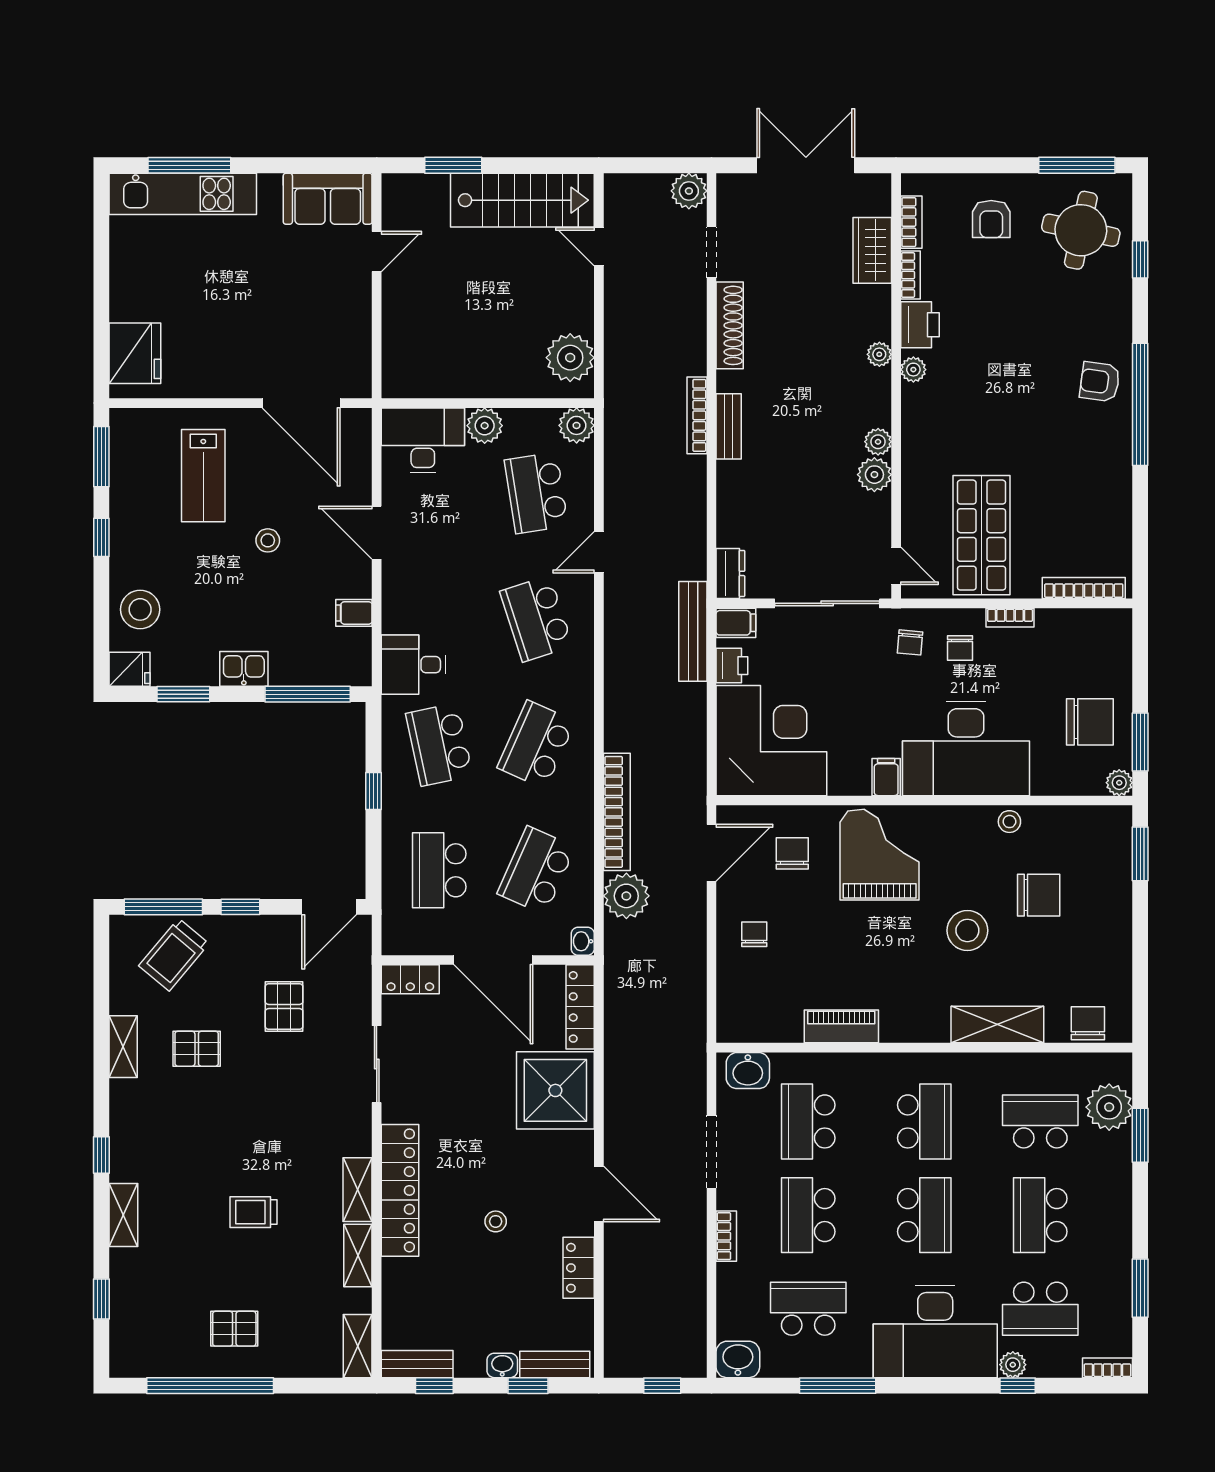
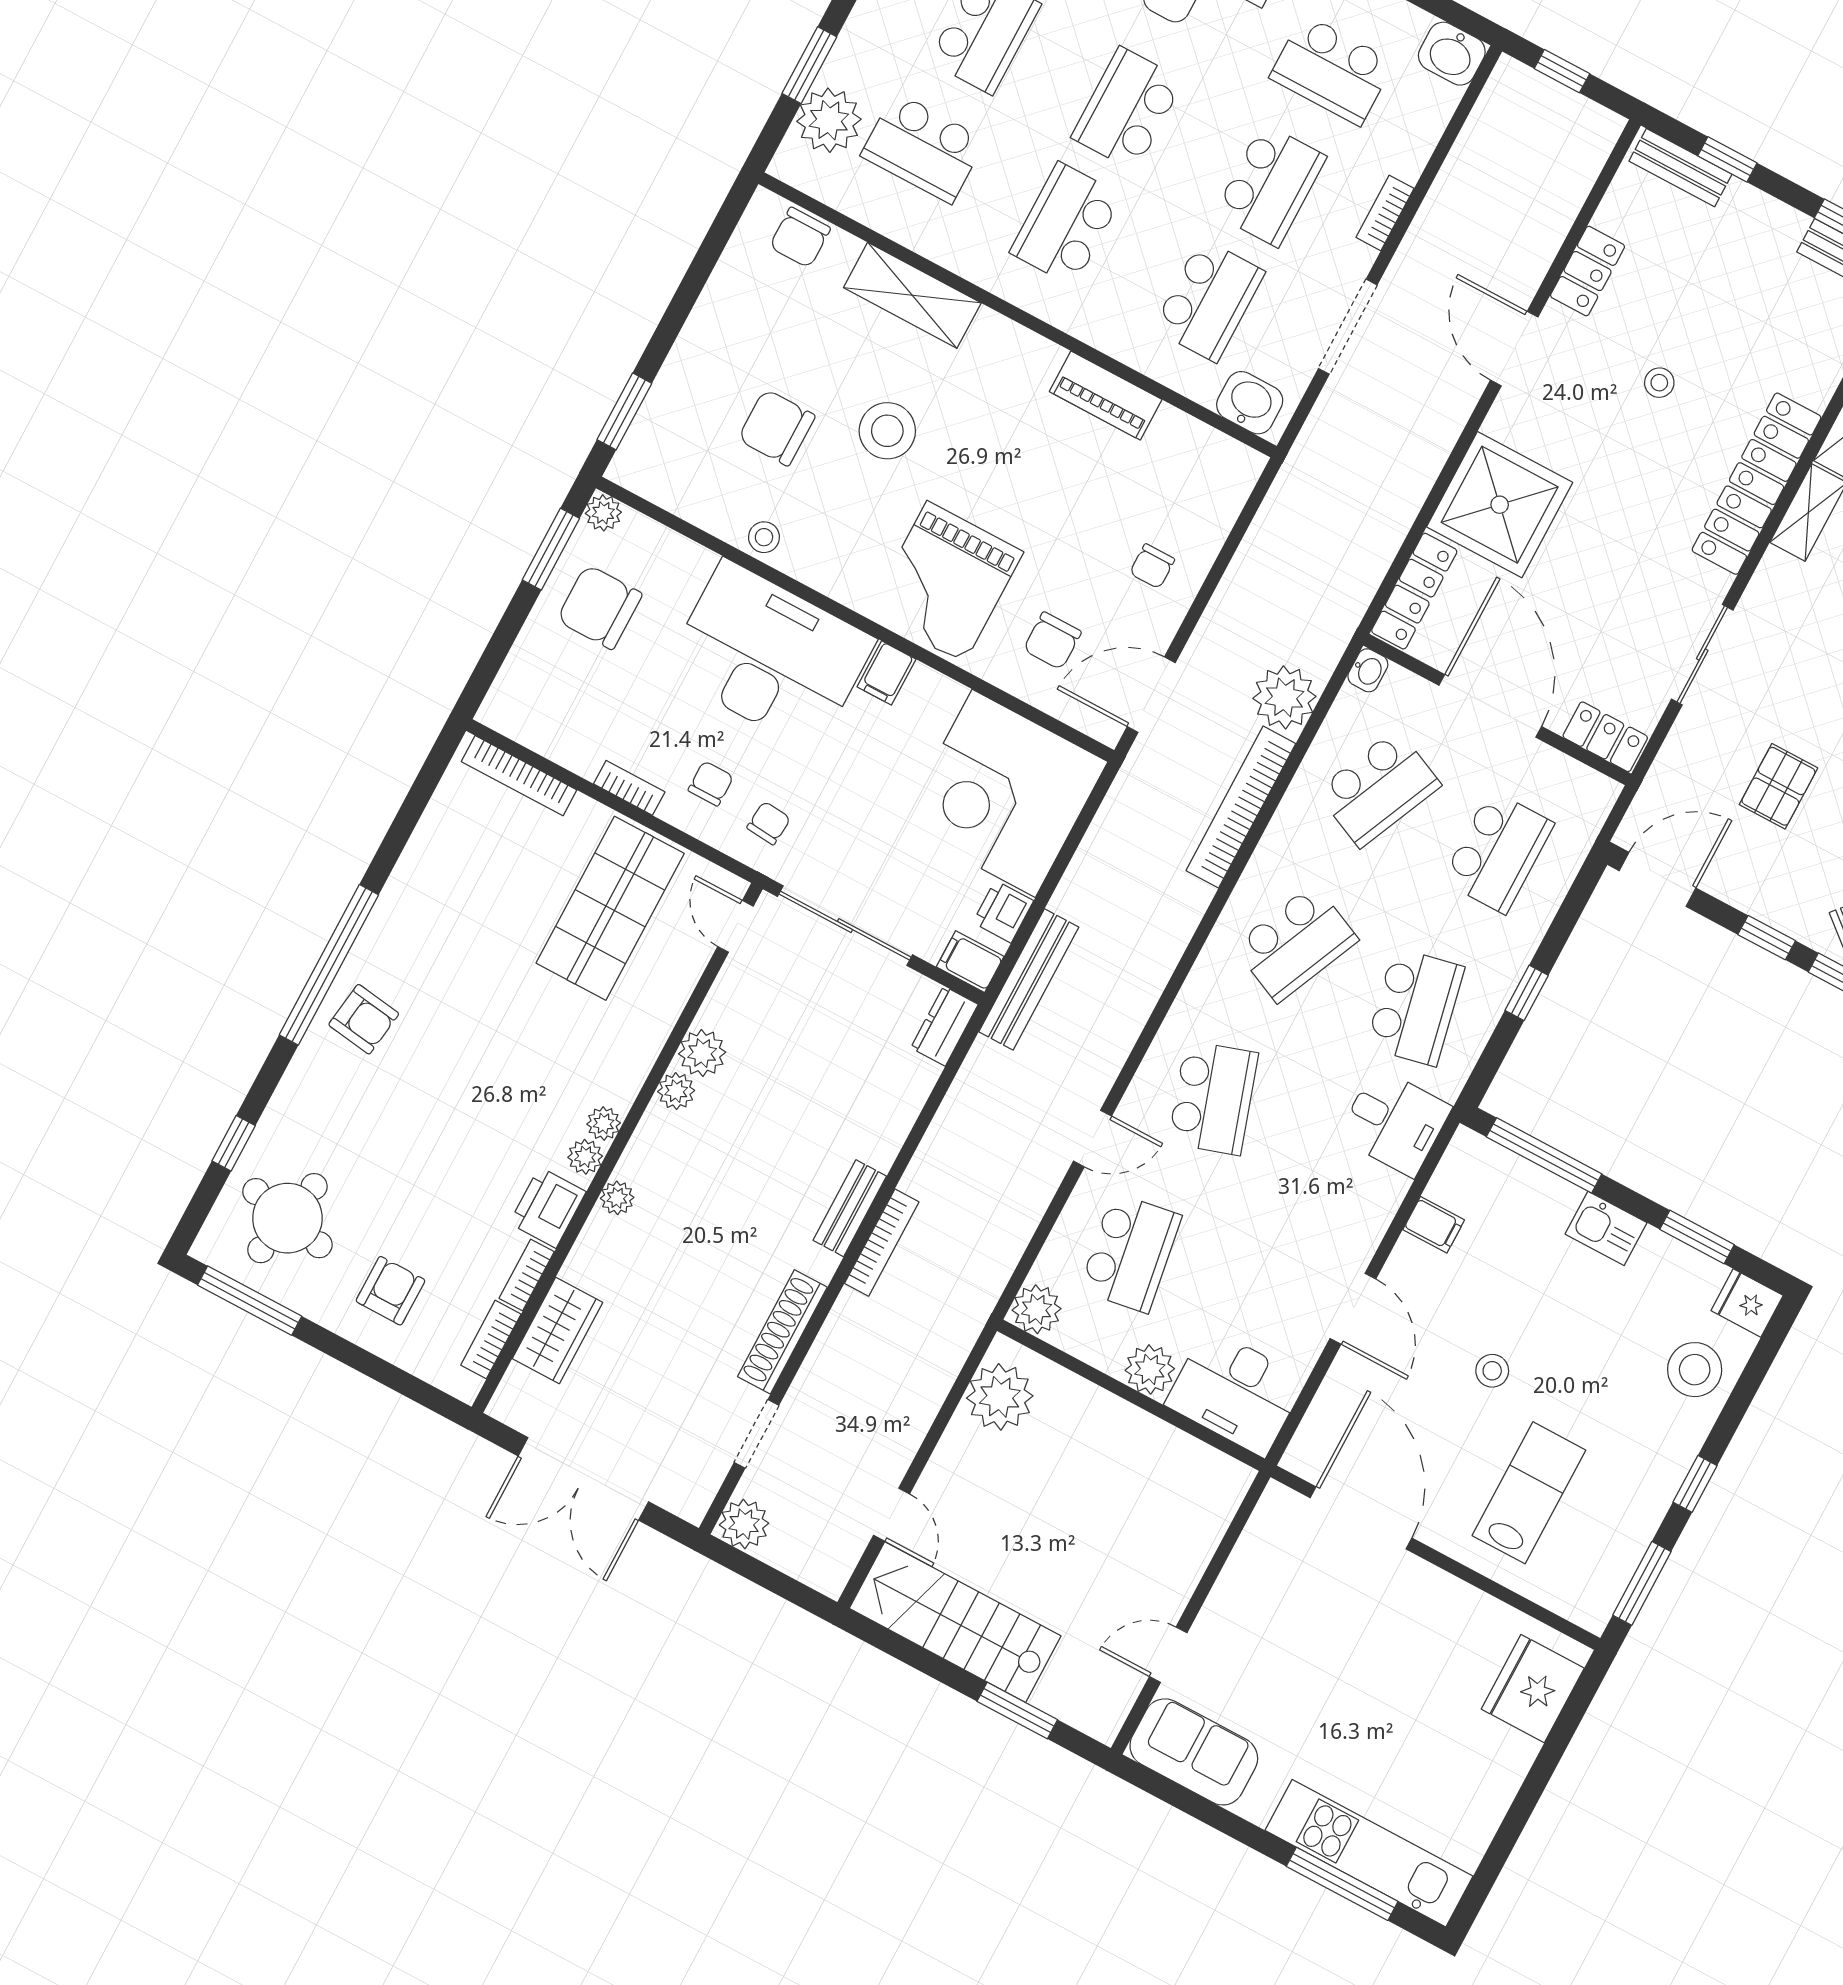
plant: (913, 397) -> (604, 1124), added
washbasin: (502, 1365) -> (1746, 201), removed

